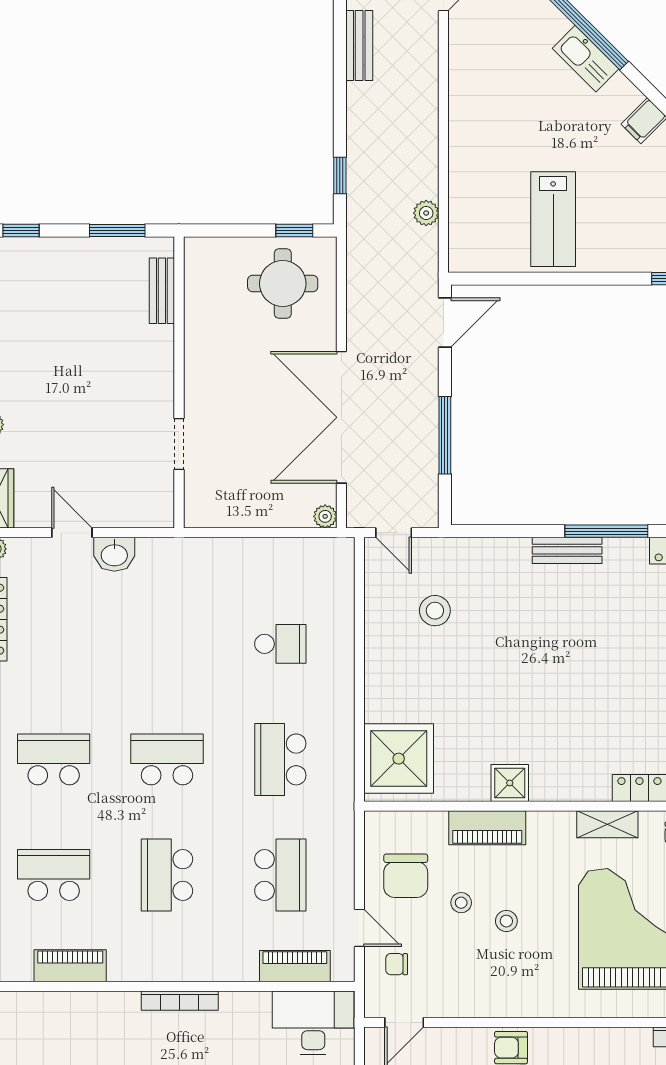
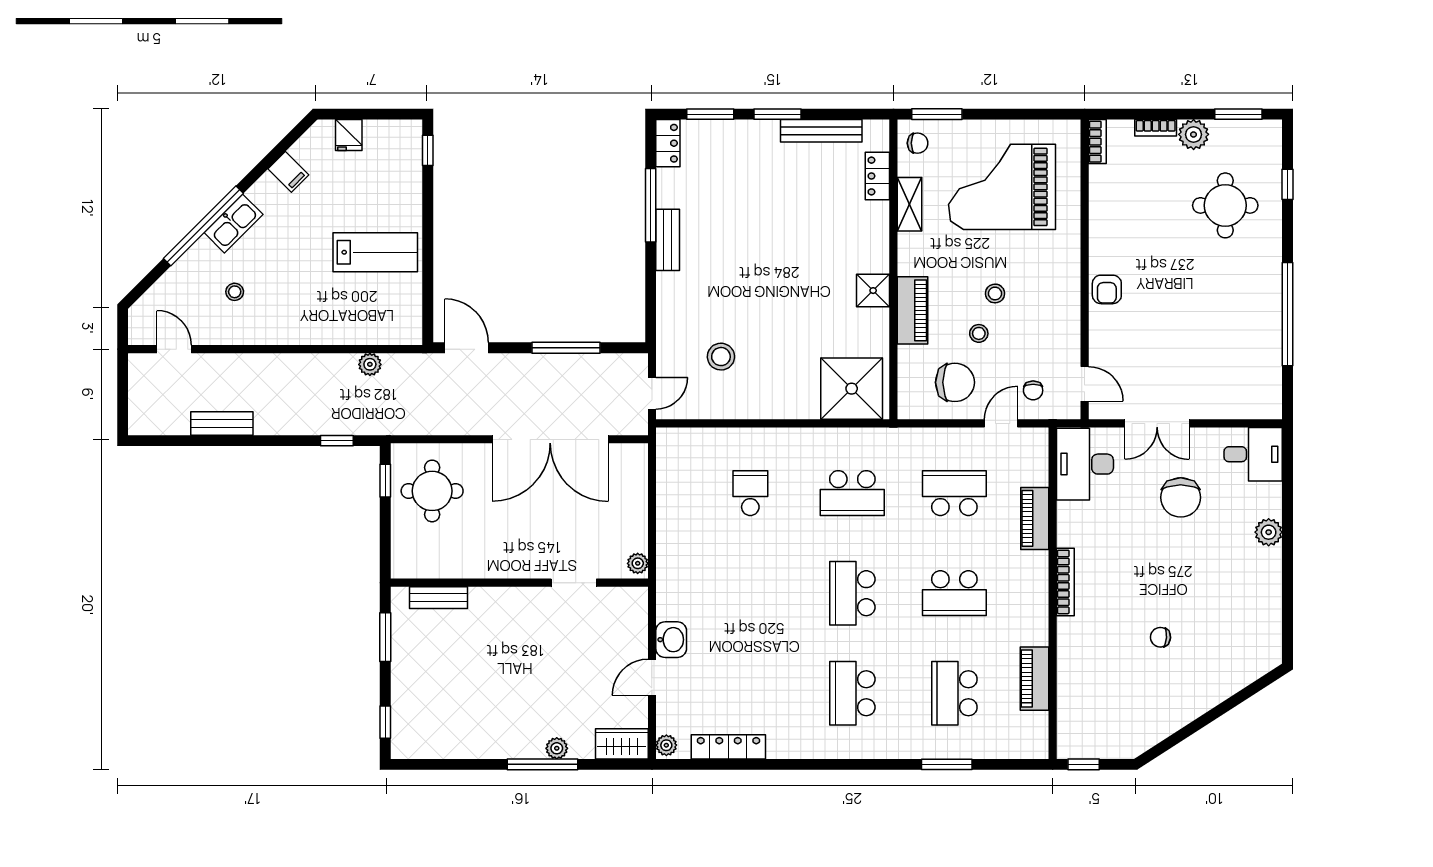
stool: (508, 60) -> (235, 292), added
plant: (325, 516) -> (638, 563), moved
piano: (295, 966) -> (1035, 518), moved

